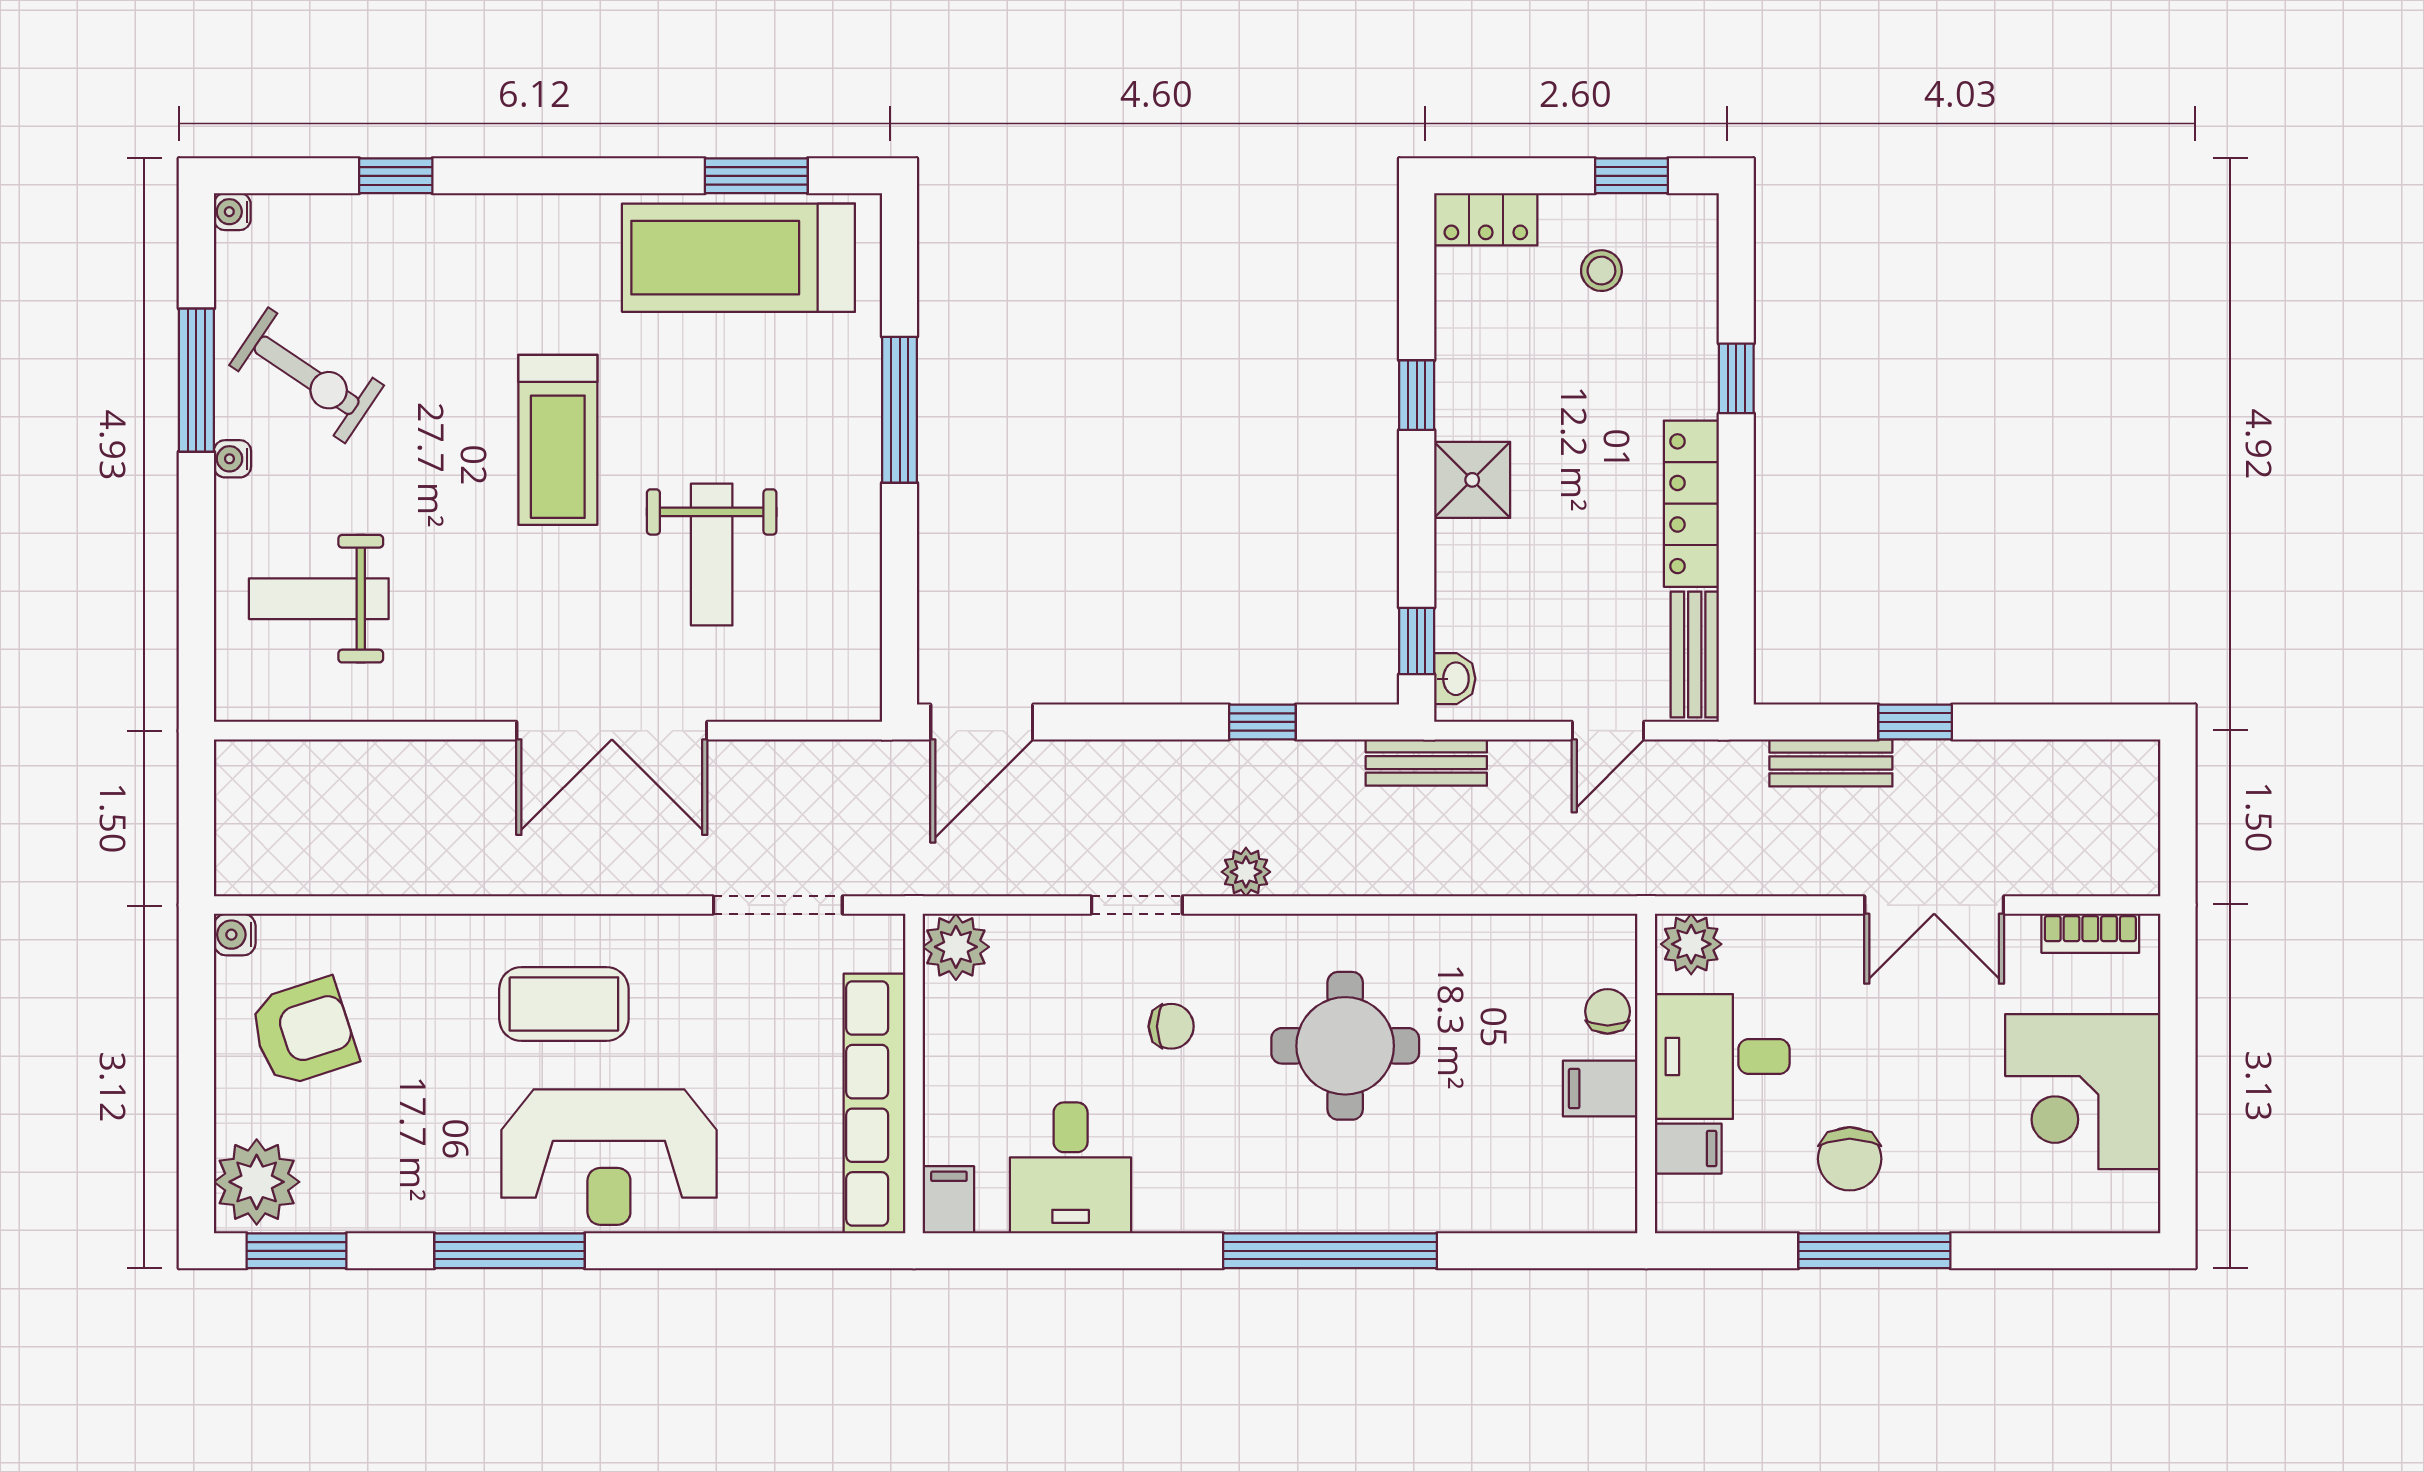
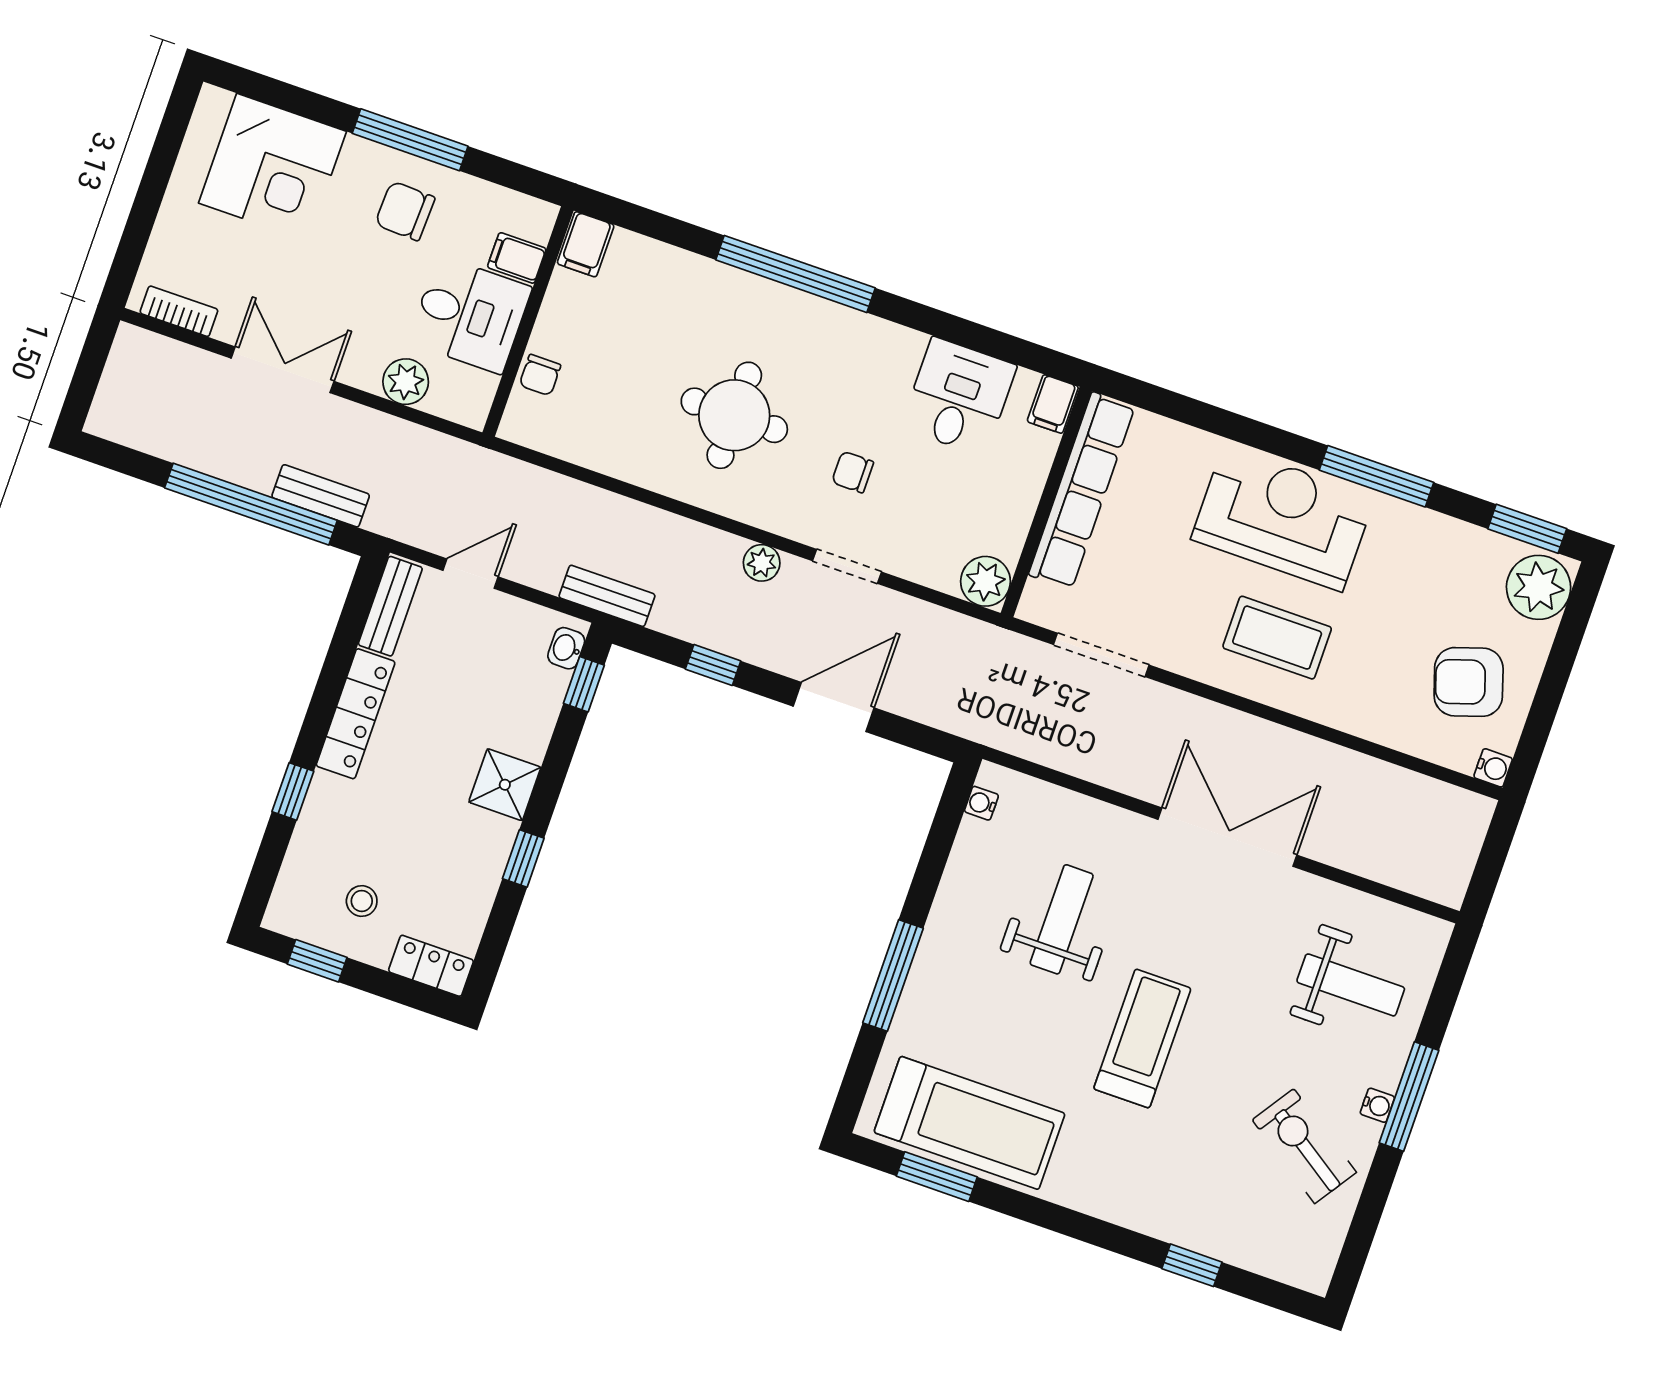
water cooler: (232, 212) -> (981, 803), moved, turned 180
window: (196, 380) -> (1409, 1097), moved
door: (982, 722) -> (834, 707), moved
window: (1915, 722) -> (251, 504), width x3.17
double door: (612, 731) -> (1227, 837), moved
plant: (1691, 944) -> (406, 382), moved
filing cabinet: (1600, 1089) -> (586, 244), moved, turned 90
corner desk: (2083, 1092) -> (272, 167), moved, turned 90
chair: (1850, 1159) -> (405, 211), turned -88

